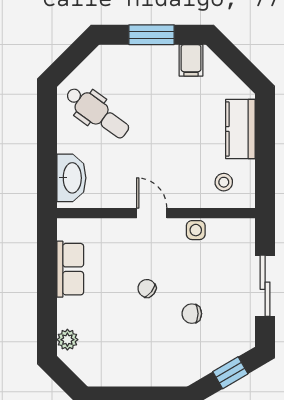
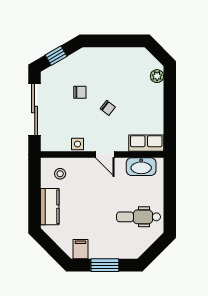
dental chair: (97, 113) -> (139, 217), turned -36
washbasin: (71, 178) -> (141, 167), moved, turned -90
row of seats: (70, 269) -> (146, 143), moved, turned 90
sliding door: (265, 286) -> (35, 110), width x1.37

